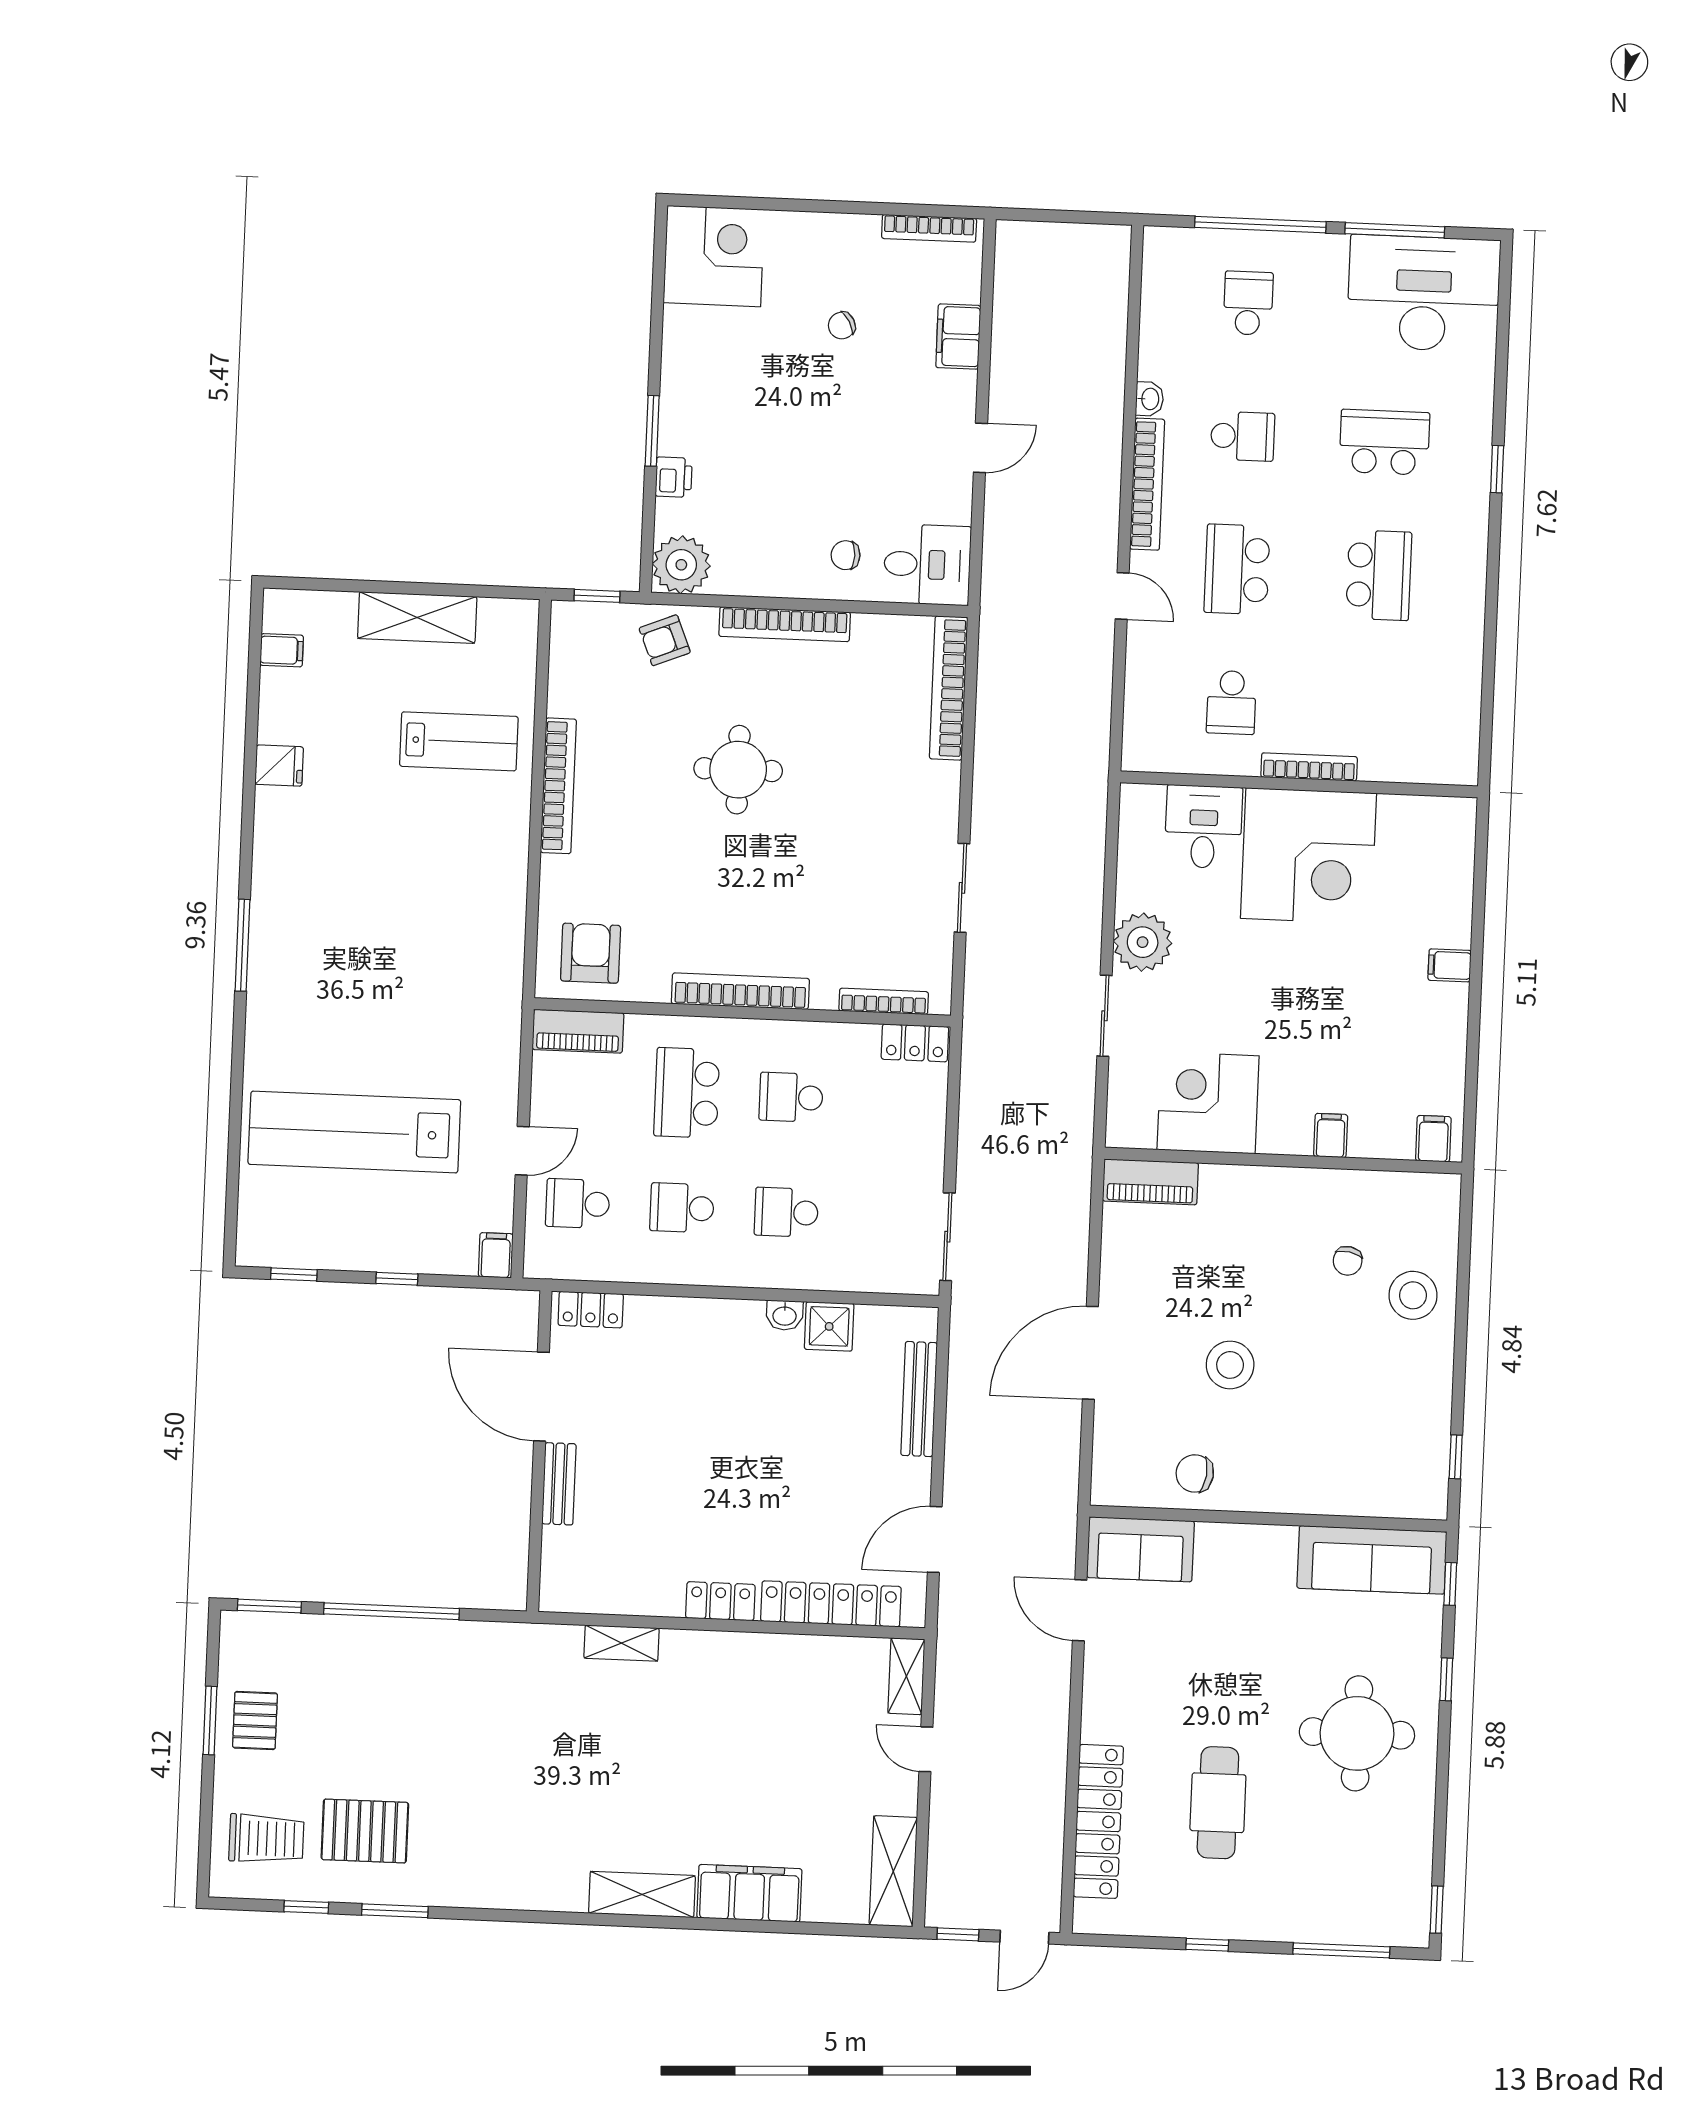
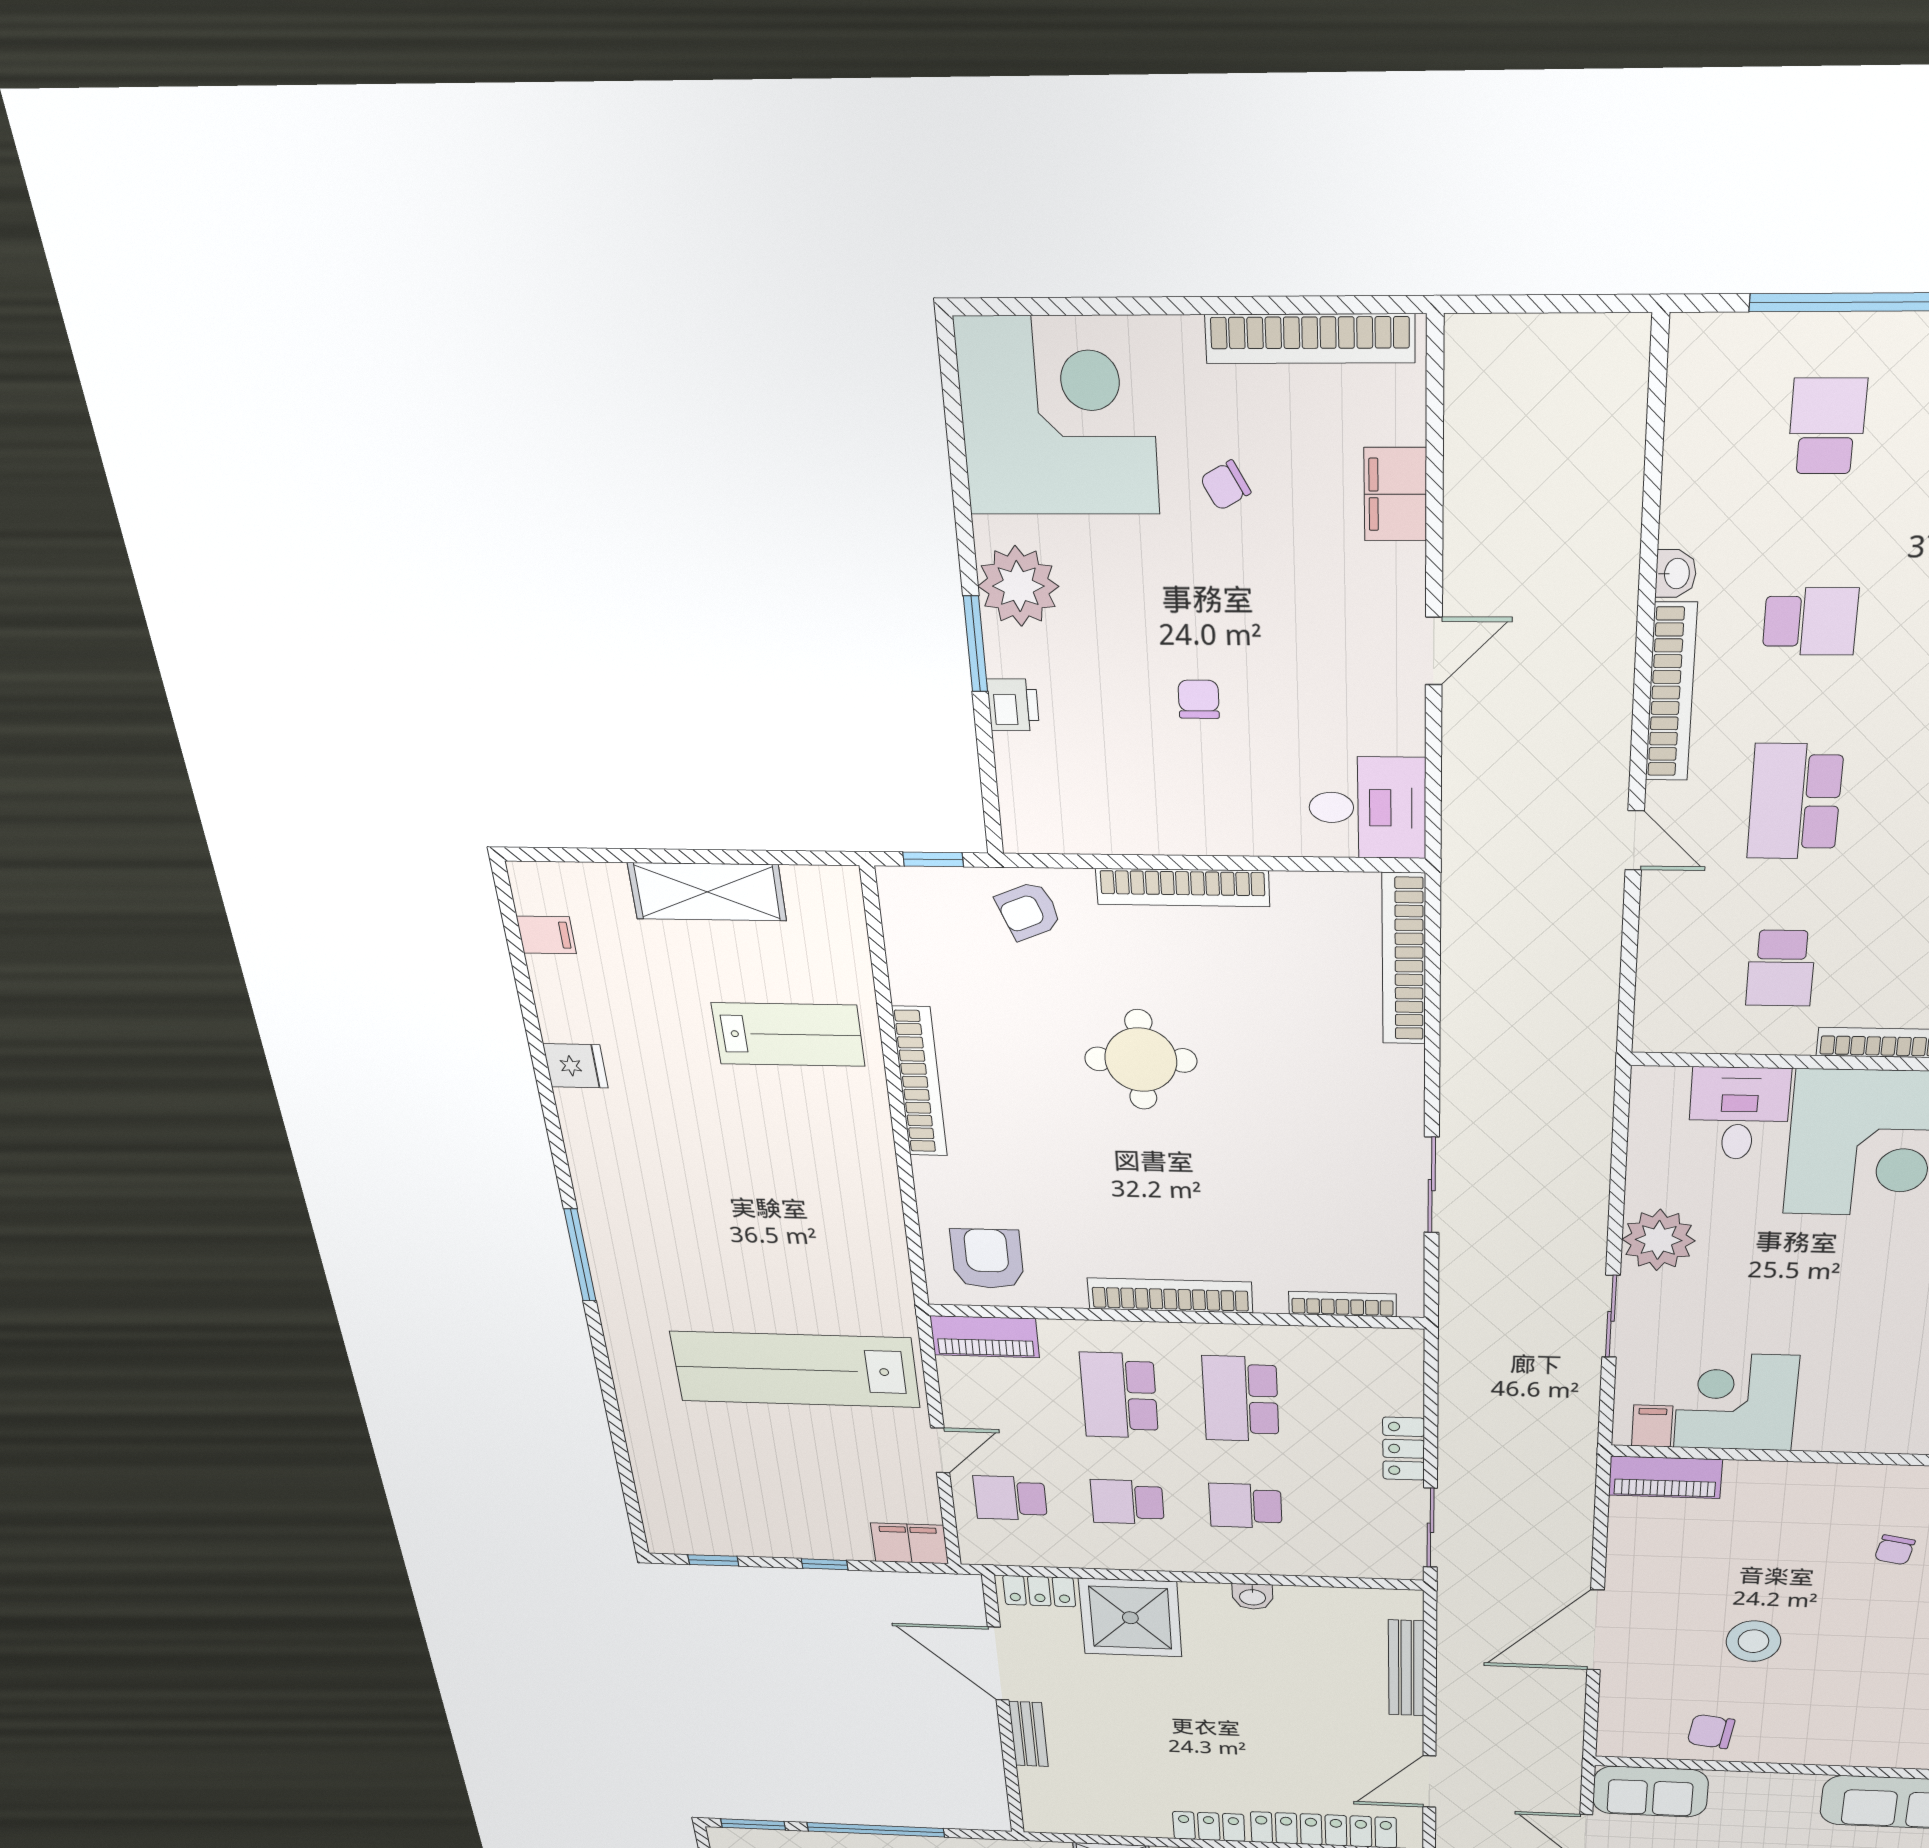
bookcase: (929, 228) -> (1310, 339), width x1.48, depth x1.31
corner desk: (714, 256) -> (1058, 417), width x1.36, depth x1.36
chair: (846, 555) -> (1199, 699), moved, turned 90
plant: (681, 565) -> (1018, 586), moved
locker: (915, 1043) -> (1404, 1449), moved, turned 90
school desk: (791, 1097) -> (1241, 1399), width x1.85
lab bench: (354, 1132) -> (795, 1370), moved
filing cabinet: (1331, 1136) -> (1652, 1426), moved
filing cabinet: (496, 1255) -> (909, 1543), width x2.00
shower: (829, 1326) -> (1130, 1618), moved, width x1.86, depth x1.86

